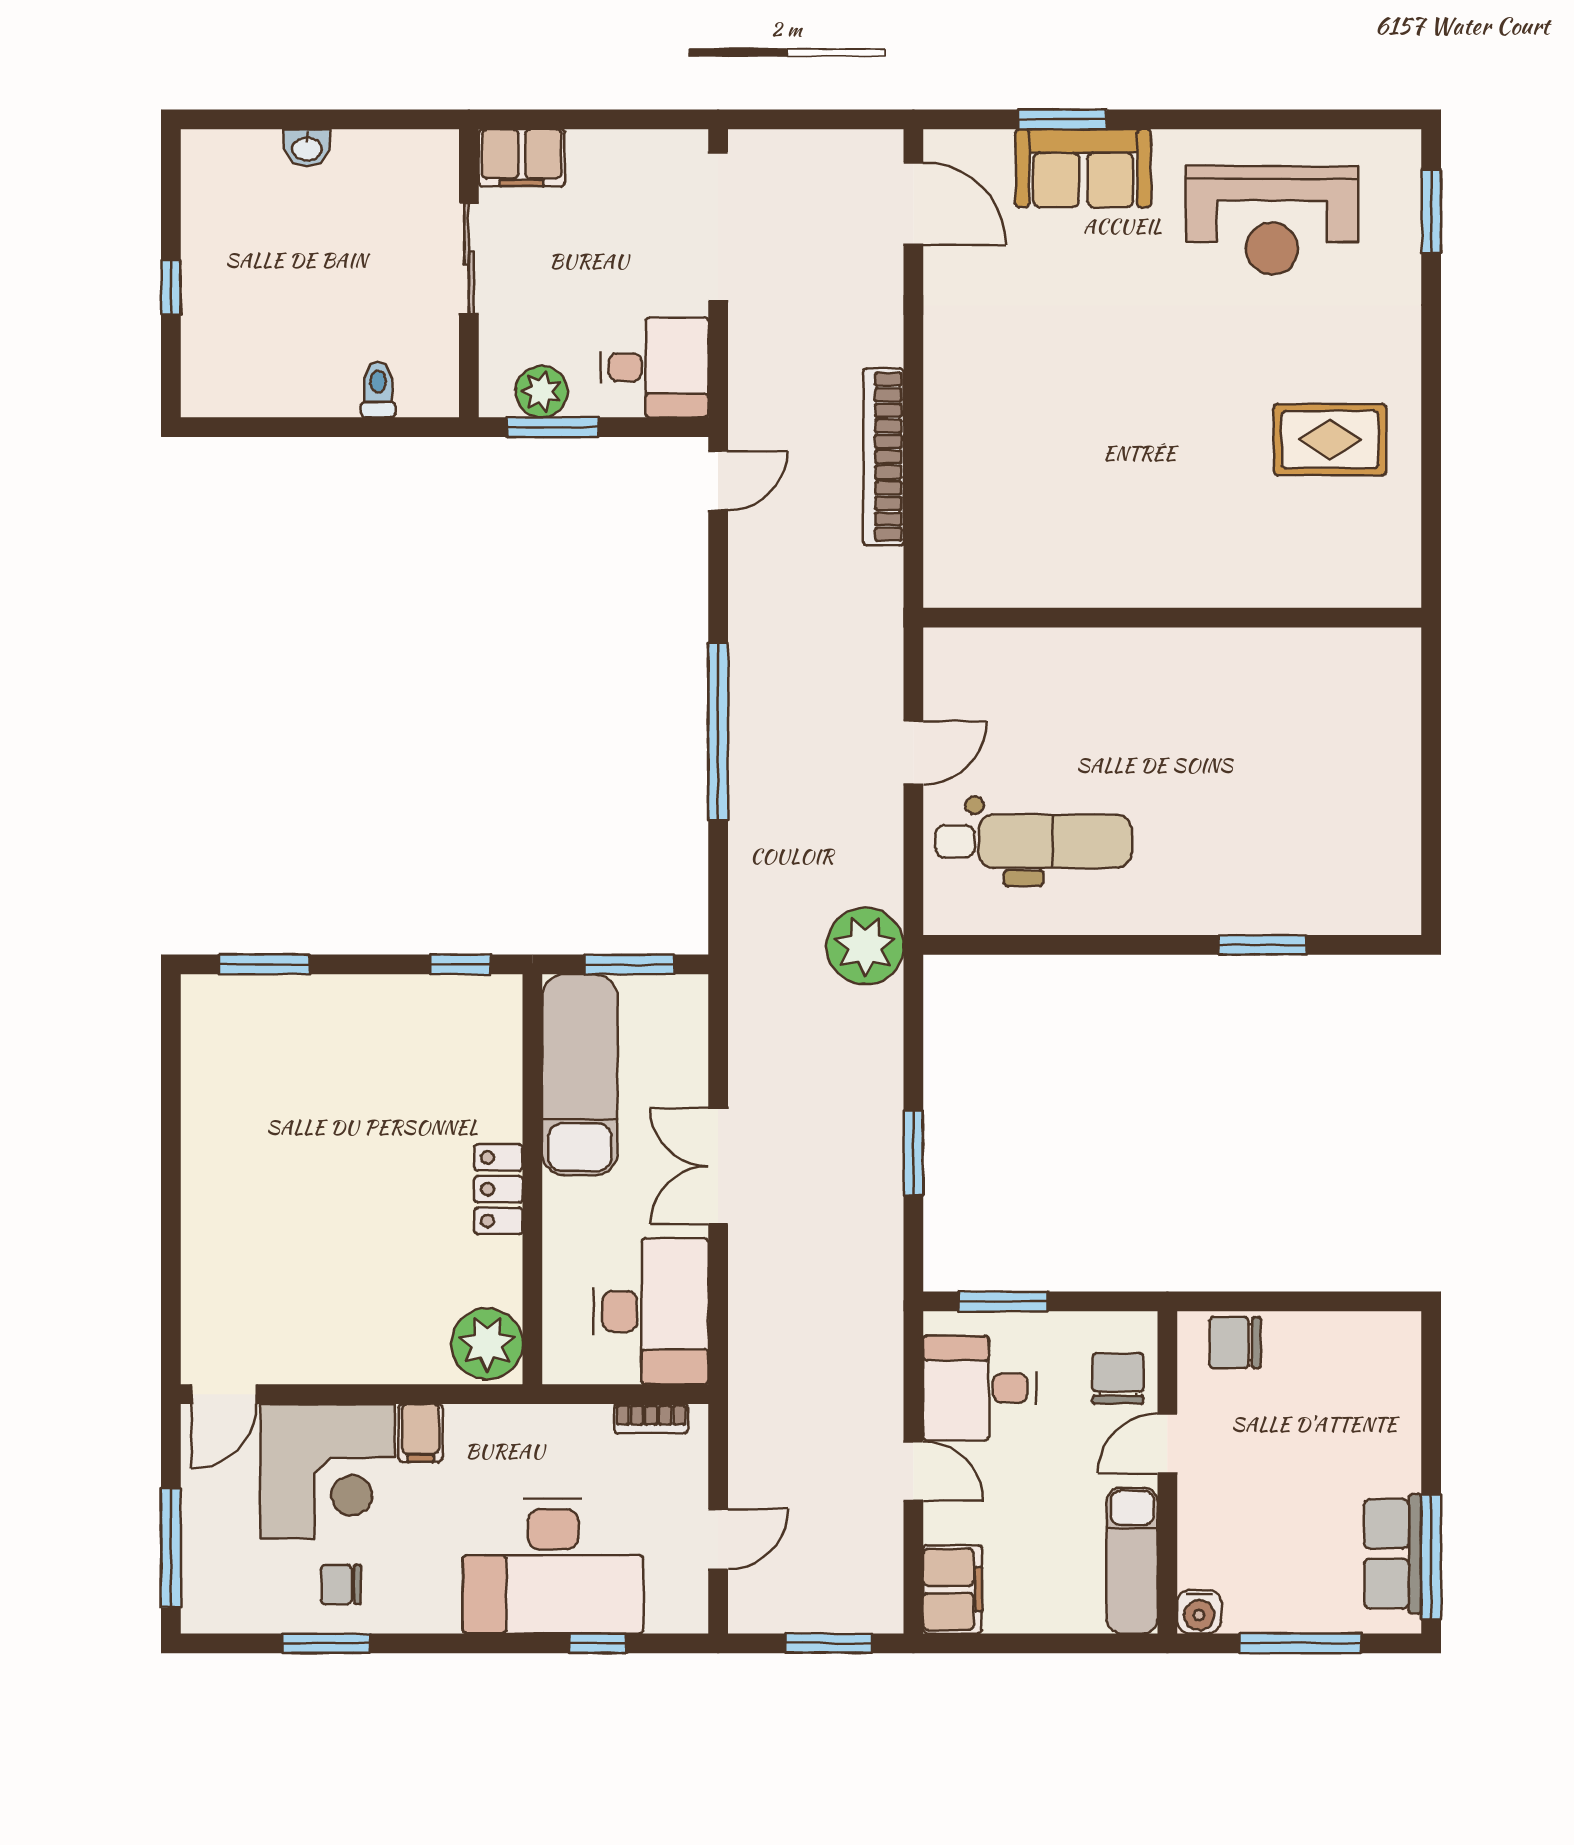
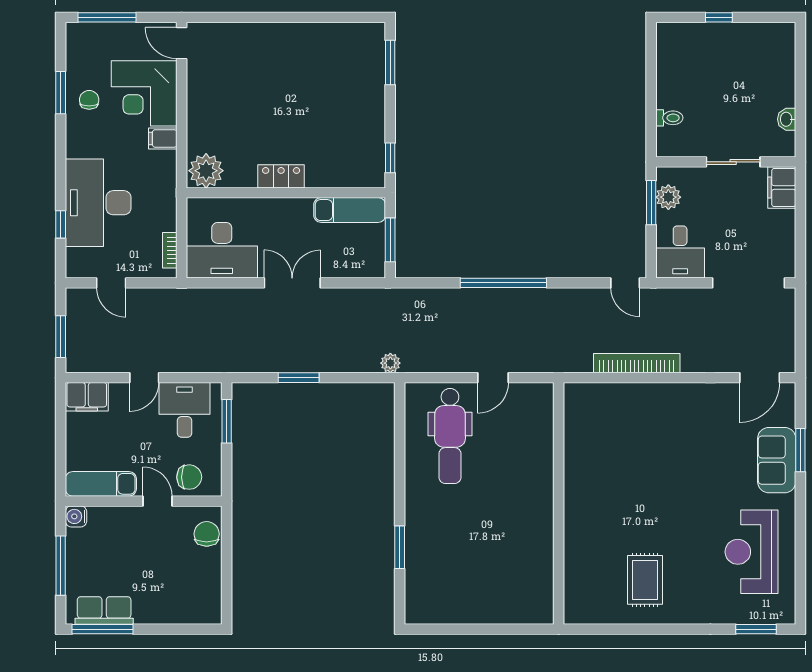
washbasin: (307, 148) -> (787, 119), moved
door: (913, 753) -> (493, 378), hinge flipped
plant: (865, 946) -> (390, 363), width x0.53, depth x0.53
exam couch: (580, 1075) -> (350, 210), width x0.73, depth x0.69

